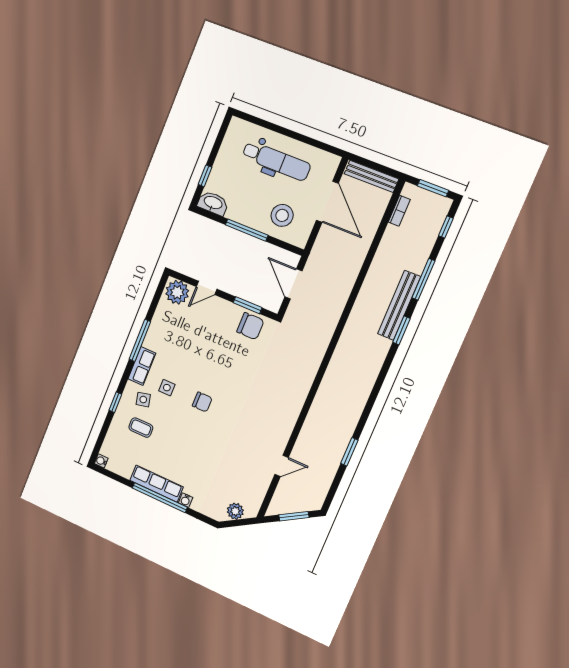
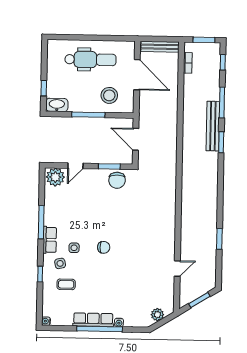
chair: (250, 326) -> (117, 180), turned 90

